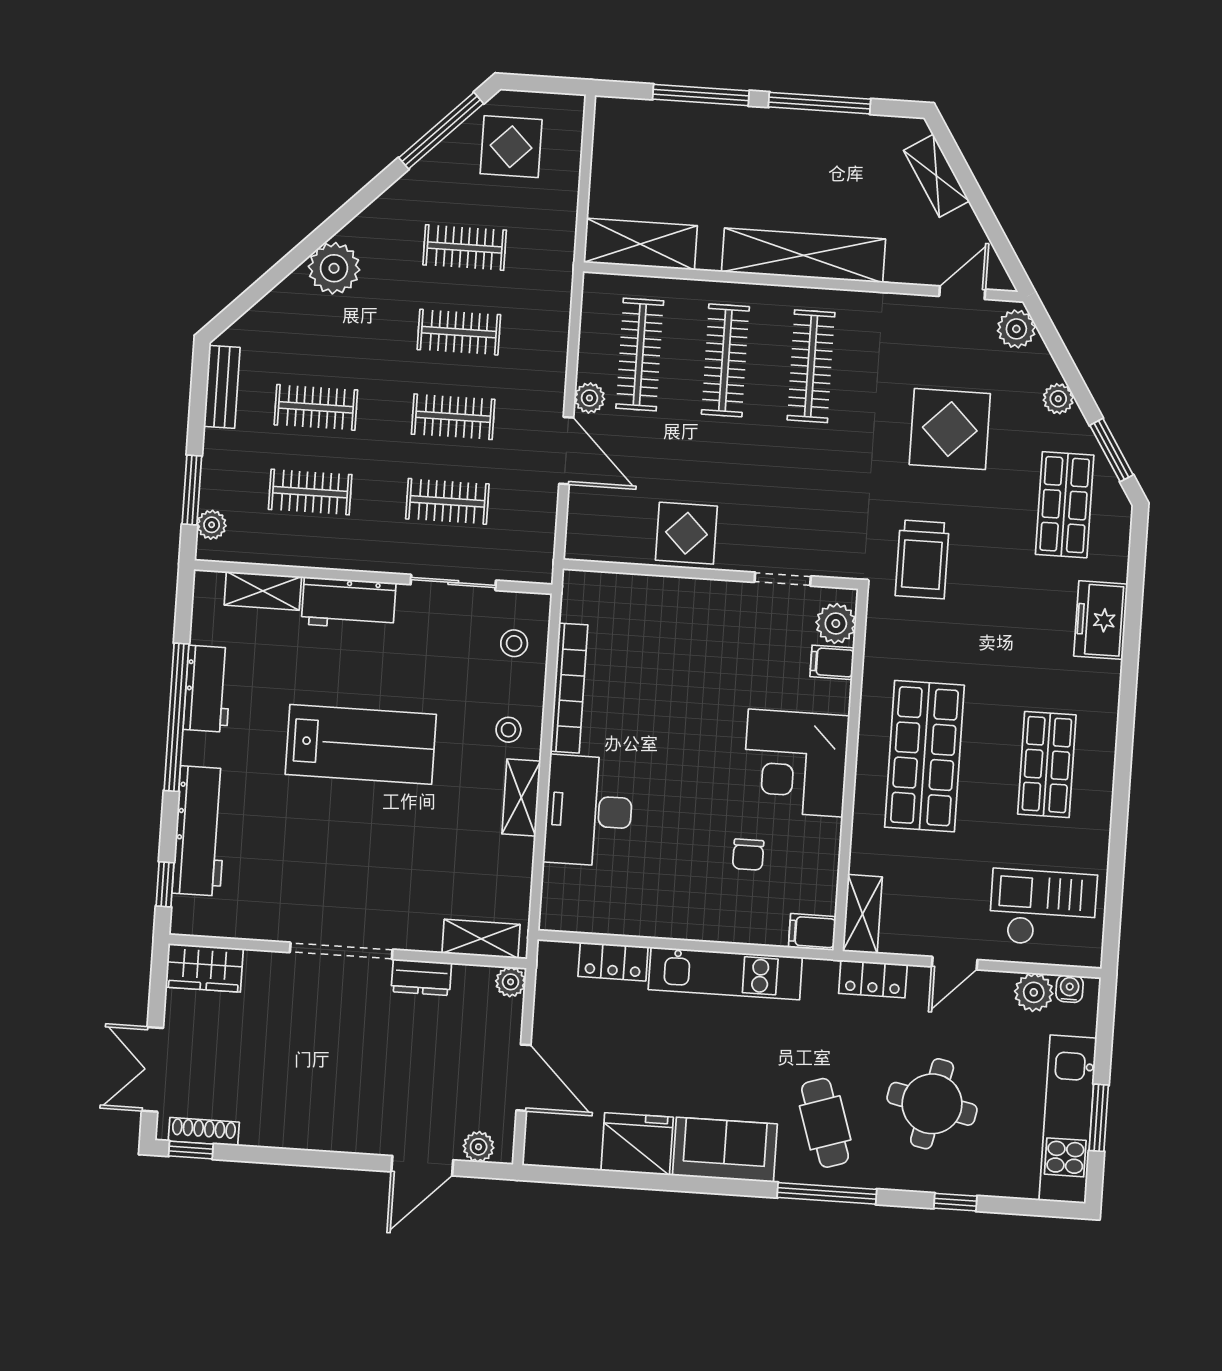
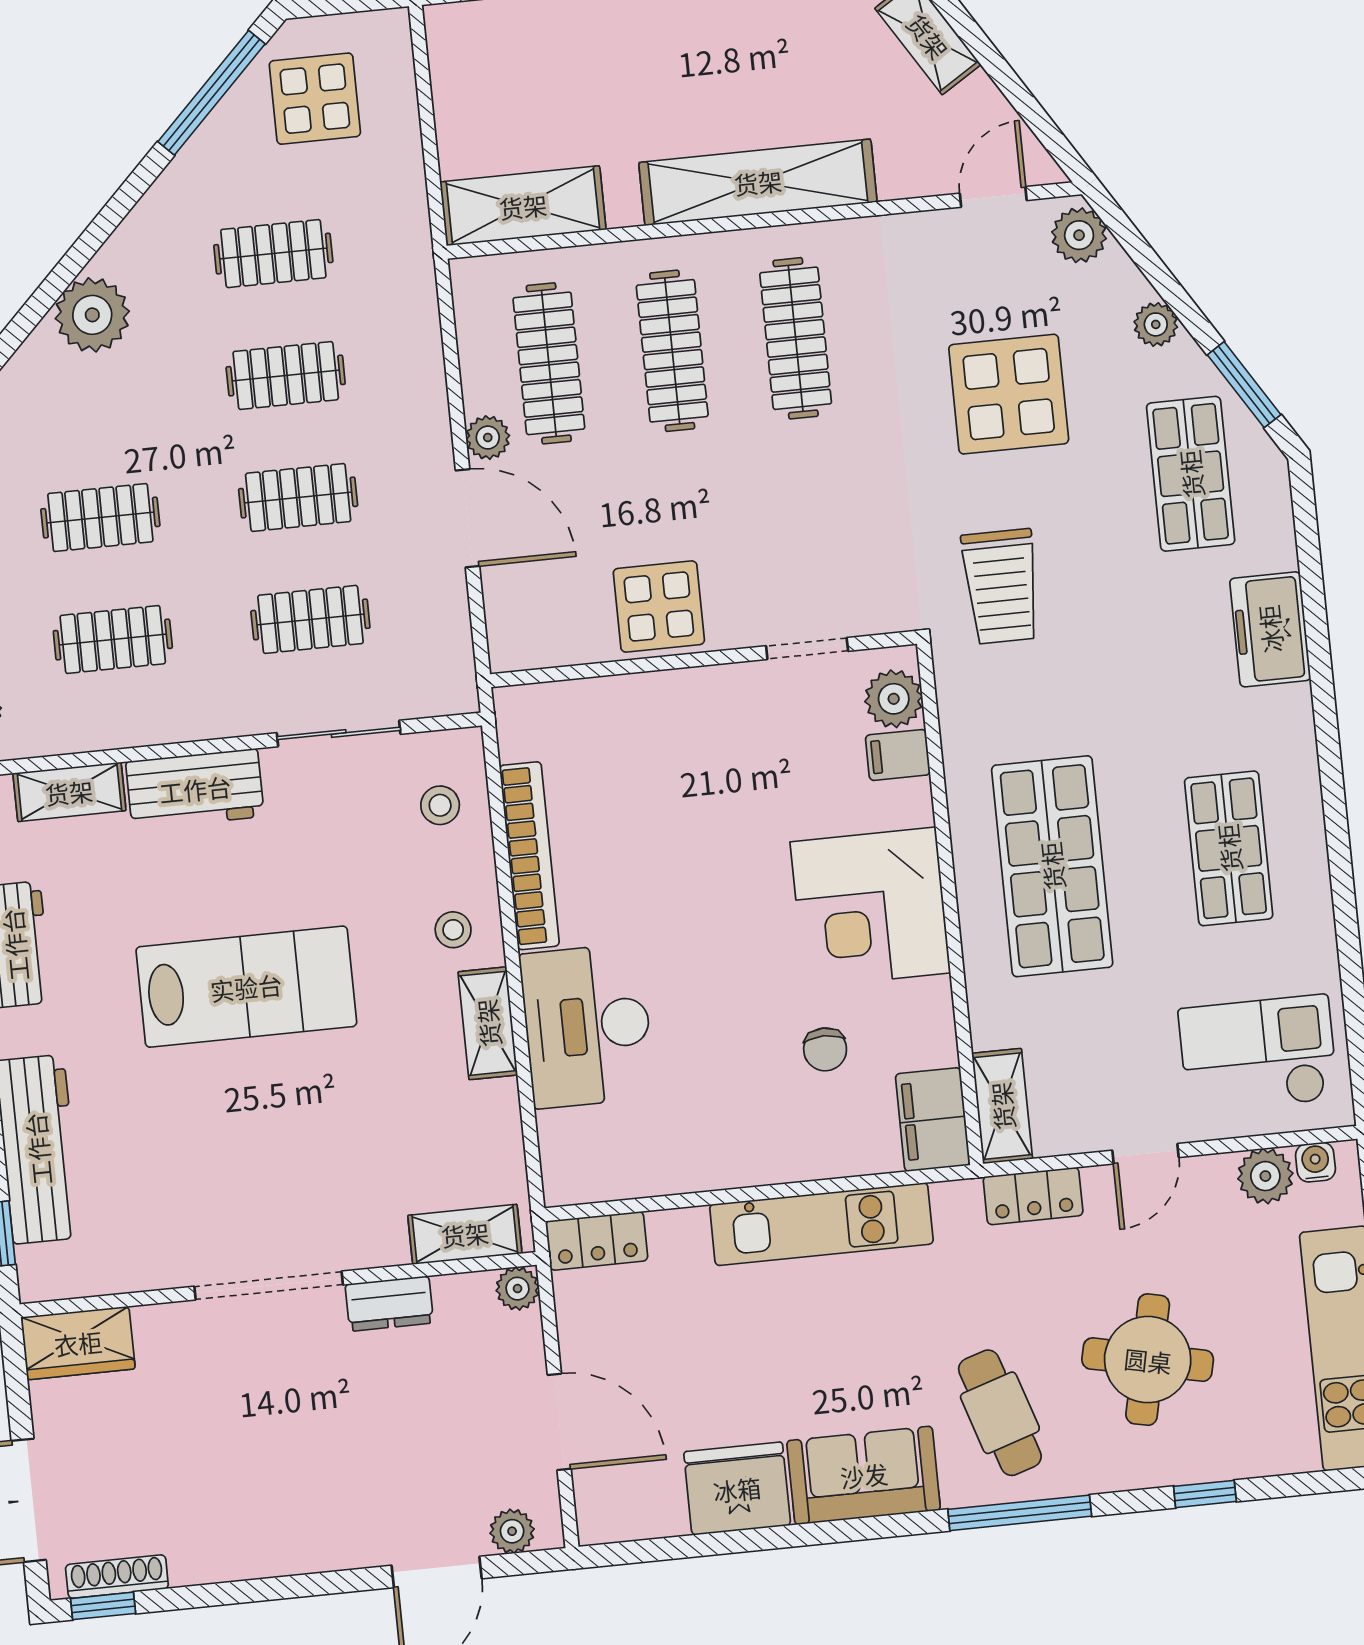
filing cabinet: (812, 932) -> (933, 1120), width x2.00
locker: (613, 962) -> (597, 1241), moved

